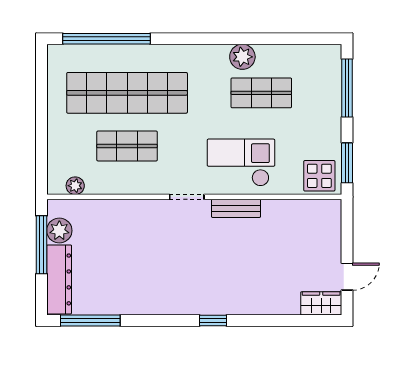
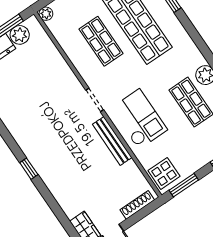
plant: (75, 186) -> (46, 14), moved
bench: (236, 208) -> (112, 141), width x1.36
shoe rack: (334, 229) -> (137, 205), added

